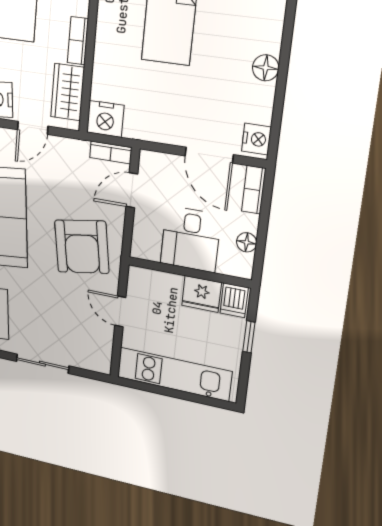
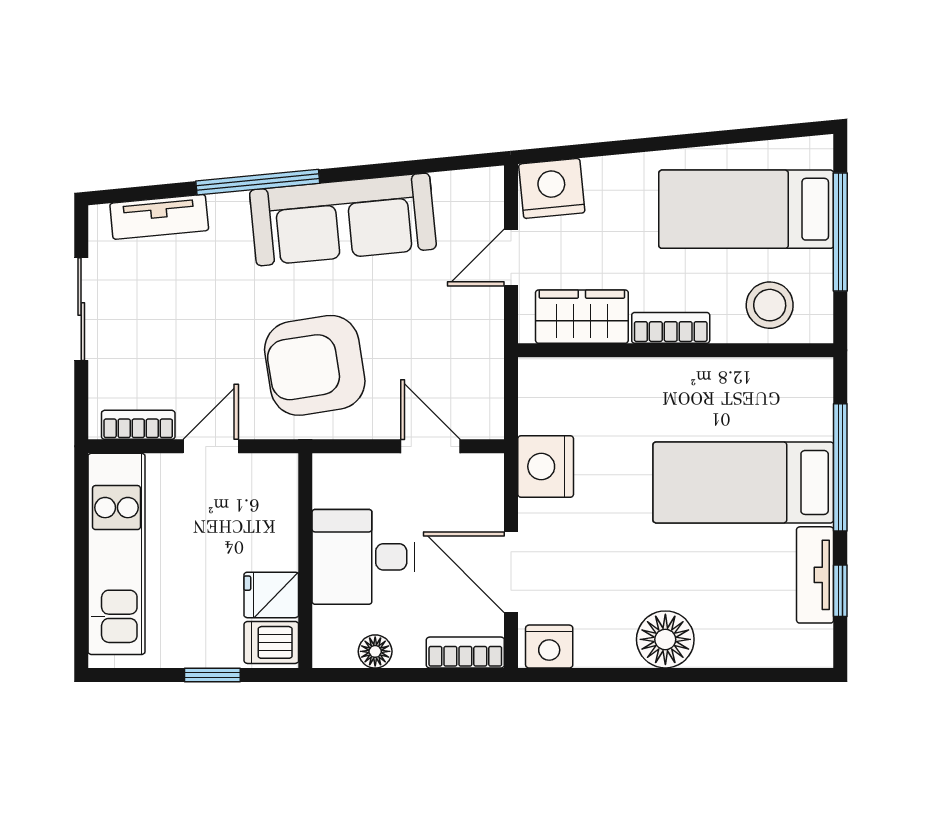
floor lamp: (266, 68) -> (665, 639), width x1.38, depth x1.38
nightstand: (105, 119) -> (546, 466), moved
door: (33, 128) -> (511, 258), hinge flipped
bookcase: (111, 152) -> (138, 425), moved, turned 90
door: (209, 155) -> (511, 572), hinge flipped
fridge: (202, 294) -> (271, 595), width x0.72

